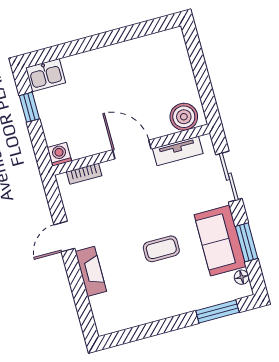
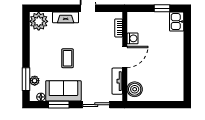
washing machine: (60, 154) -> (133, 38), moved
plant: (216, 296) -> (35, 81), added
plant: (110, 317) -> (39, 21), added

